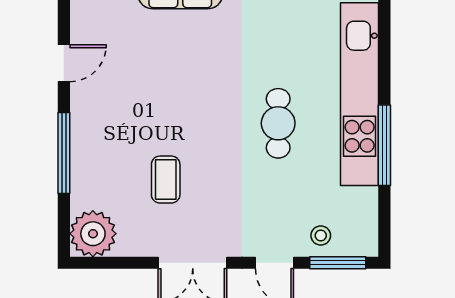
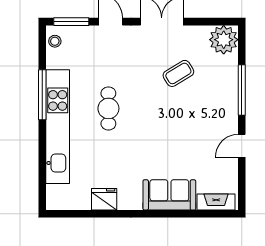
coffee table: (166, 180) -> (178, 73), turned 59
stool: (321, 235) -> (55, 41), moved

